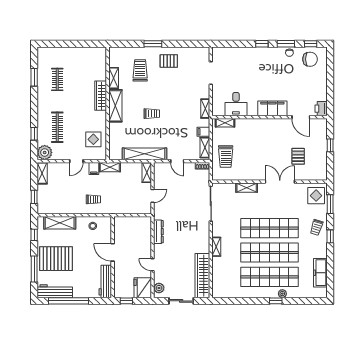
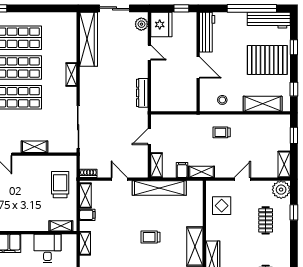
clothes rail: (57, 127) -> (266, 220), width x0.73
filing cabinet: (94, 169) -> (182, 170), moved
window: (34, 269) -> (294, 47), width x0.46

